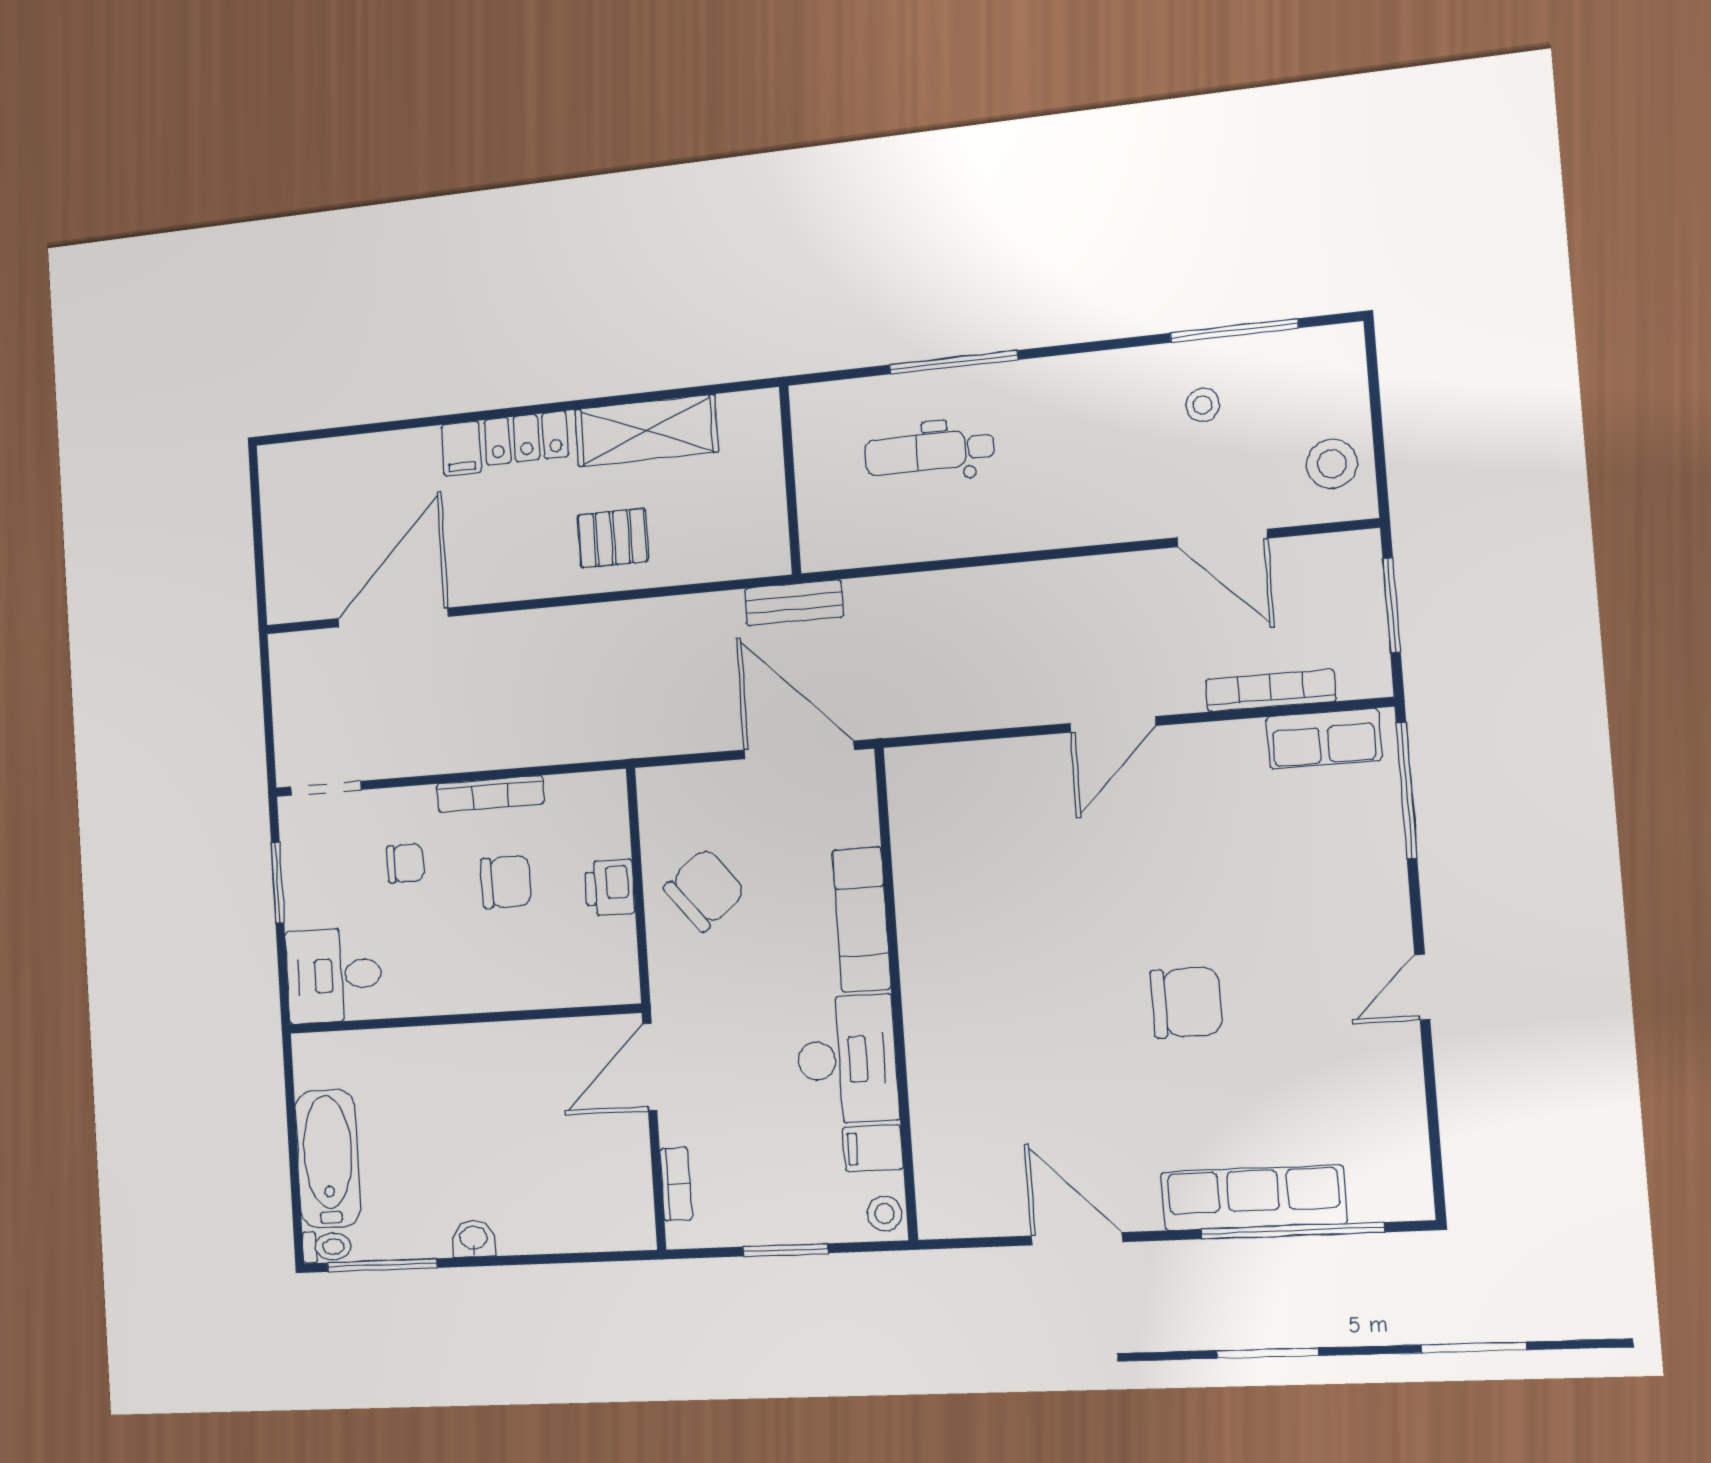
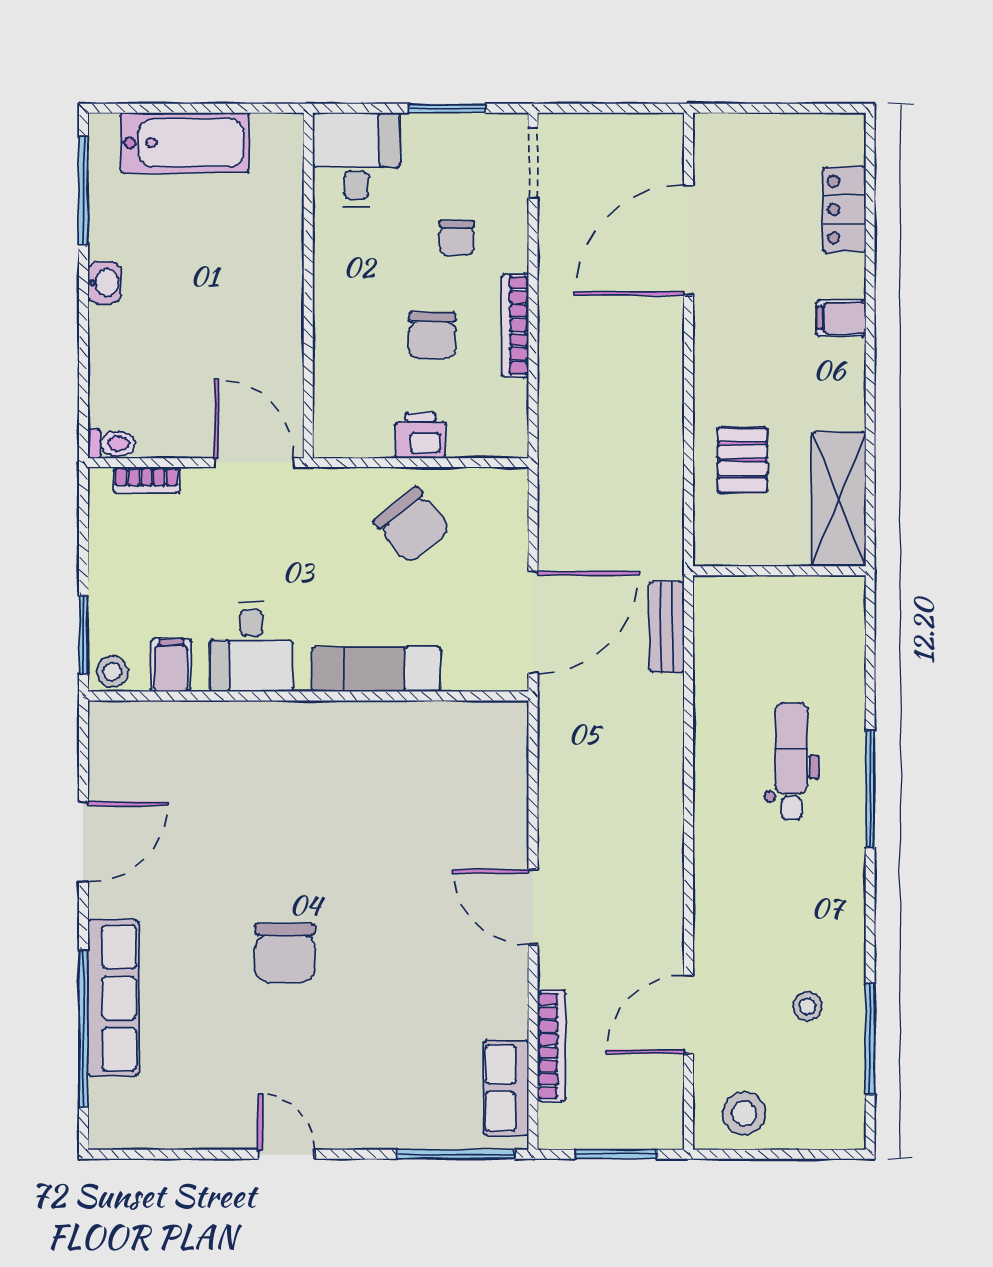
locker: (526, 438) -> (844, 209), moved
wall: (790, 480) -> (779, 571), moved
door: (393, 617) -> (689, 240), swing flipped
desk: (847, 1059) -> (251, 647), width x0.73
toilet: (327, 1247) -> (112, 444), moved, turned -90
window: (785, 1250) -> (83, 635), moved

